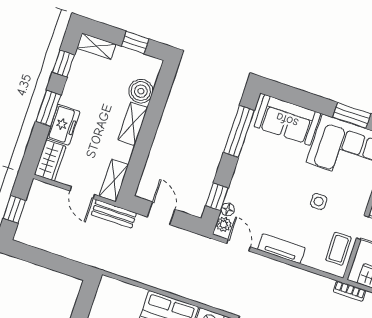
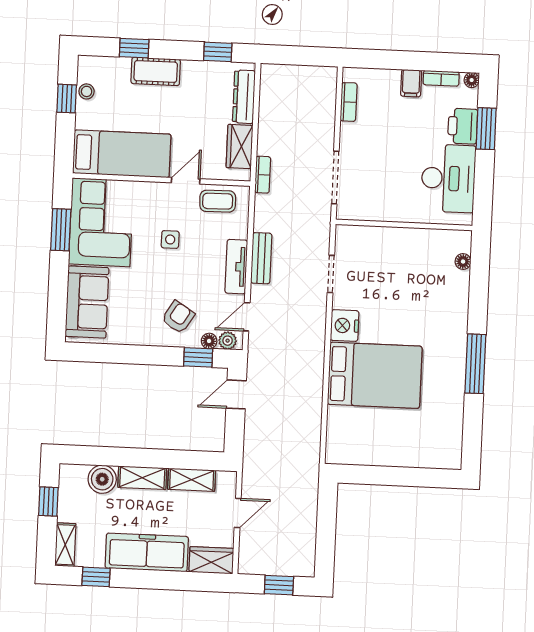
window: (48, 108) -> (152, 579), removed
freezer: (63, 125) -> (147, 552), width x1.91, depth x1.26
window: (239, 131) -> (116, 354), removed
shelving: (114, 180) -> (192, 480), moved
armchair: (254, 190) -> (178, 317), added
door: (161, 213) -> (236, 394), moved
bench: (114, 214) -> (261, 258), moved

